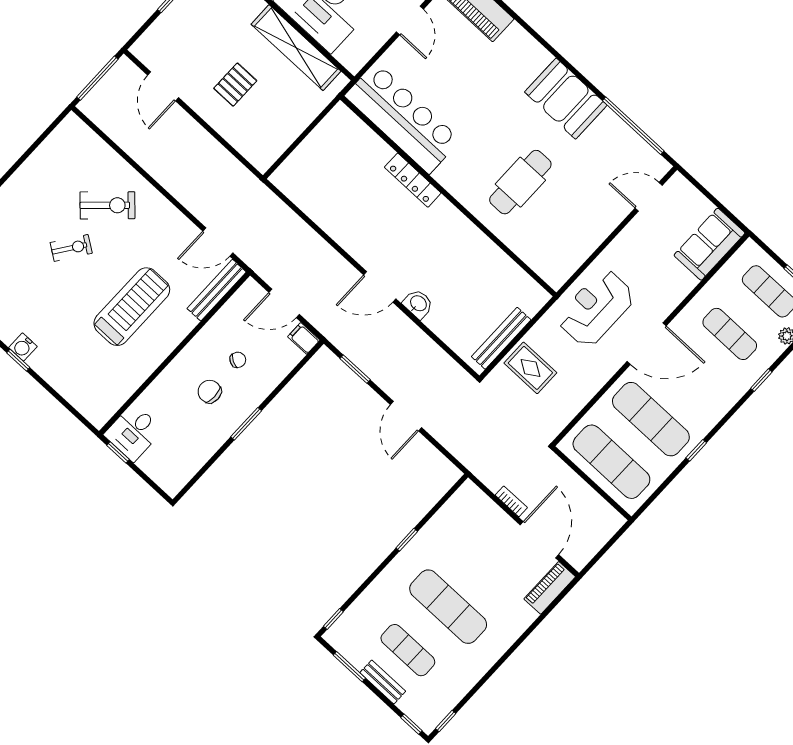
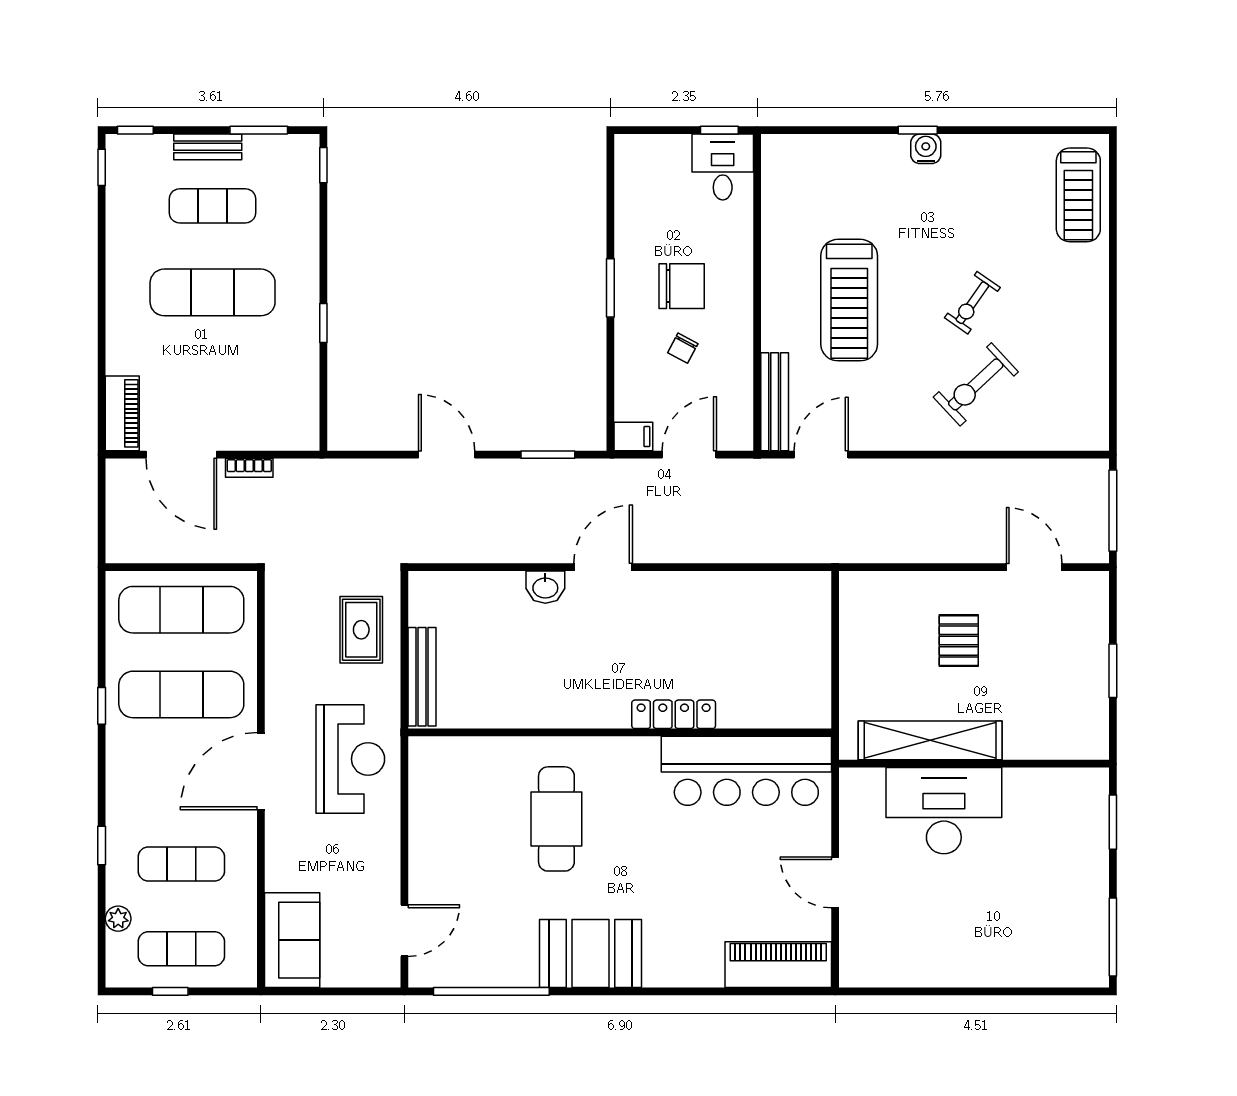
bench: (501, 338) -> (422, 677), moved
rug: (530, 368) -> (361, 630), turned 90
chair: (210, 392) -> (682, 286), width x1.37, depth x1.37

